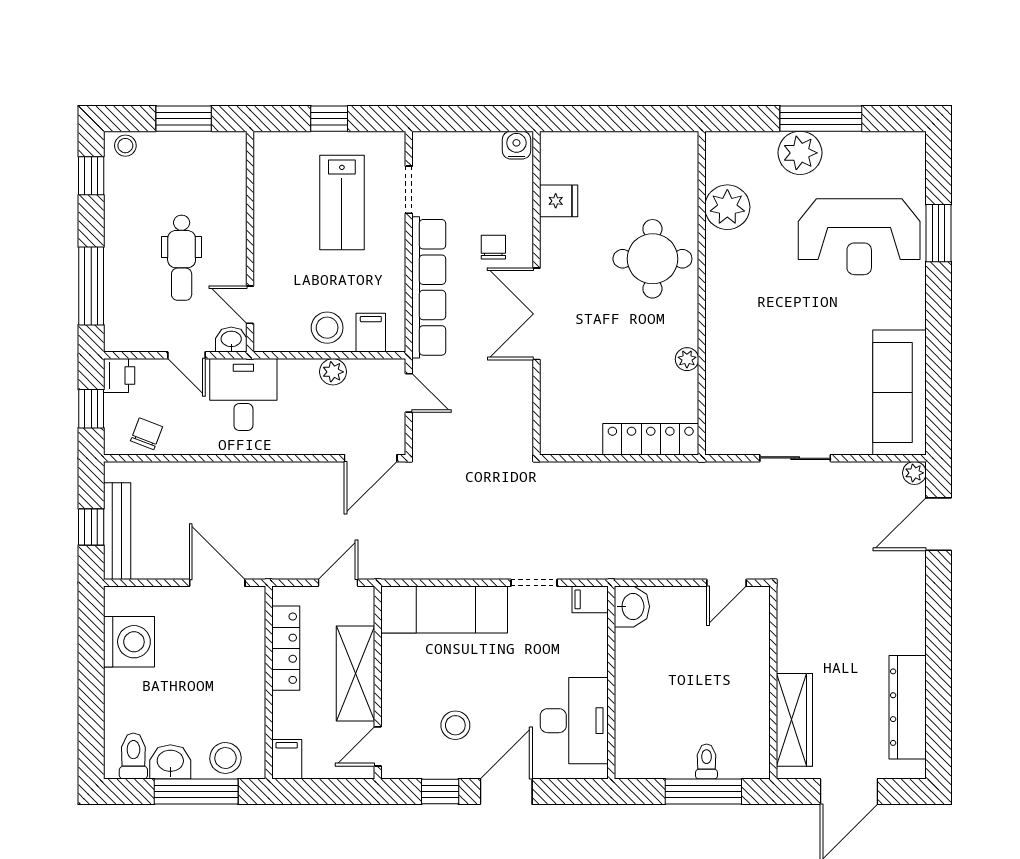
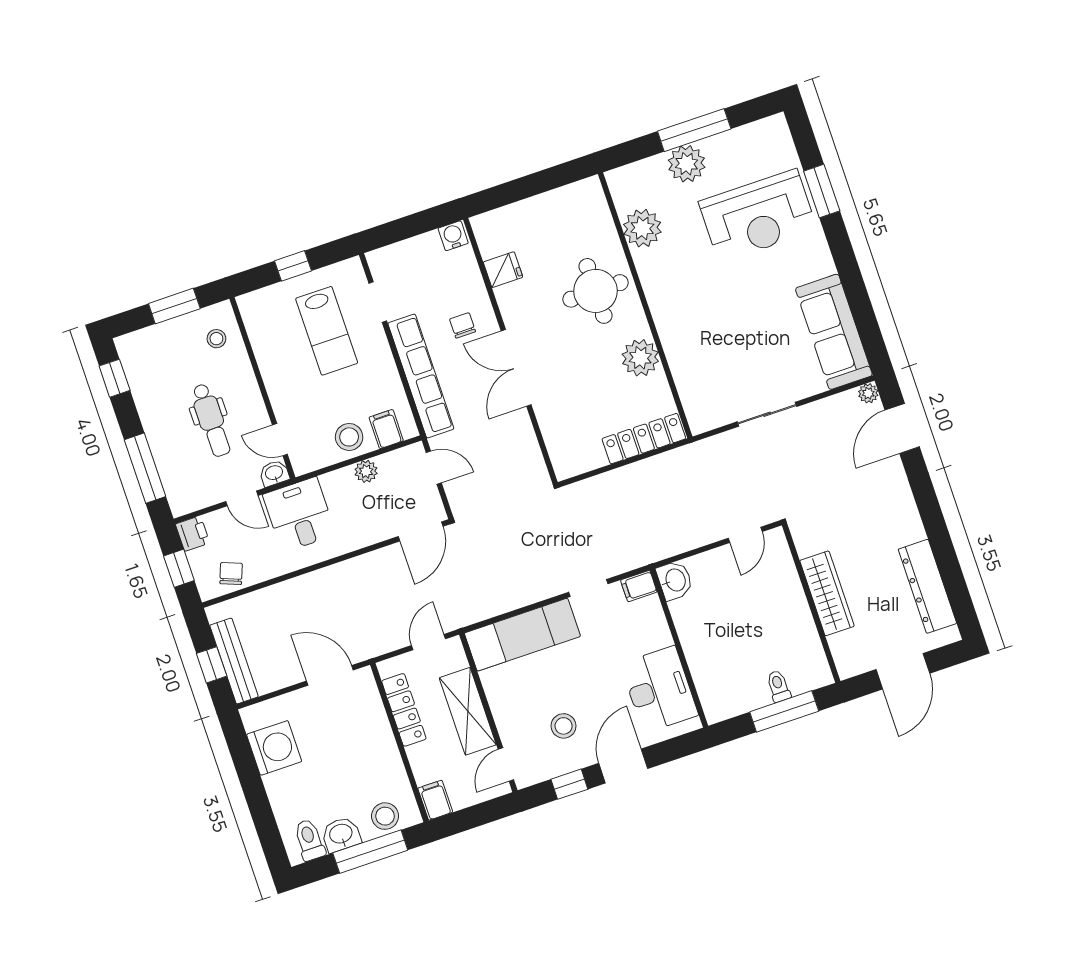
stool: (125, 146) -> (216, 339), moved
plant: (687, 359) -> (640, 358), width x1.87, depth x1.87
wardrobe: (794, 720) -> (827, 593), moved

